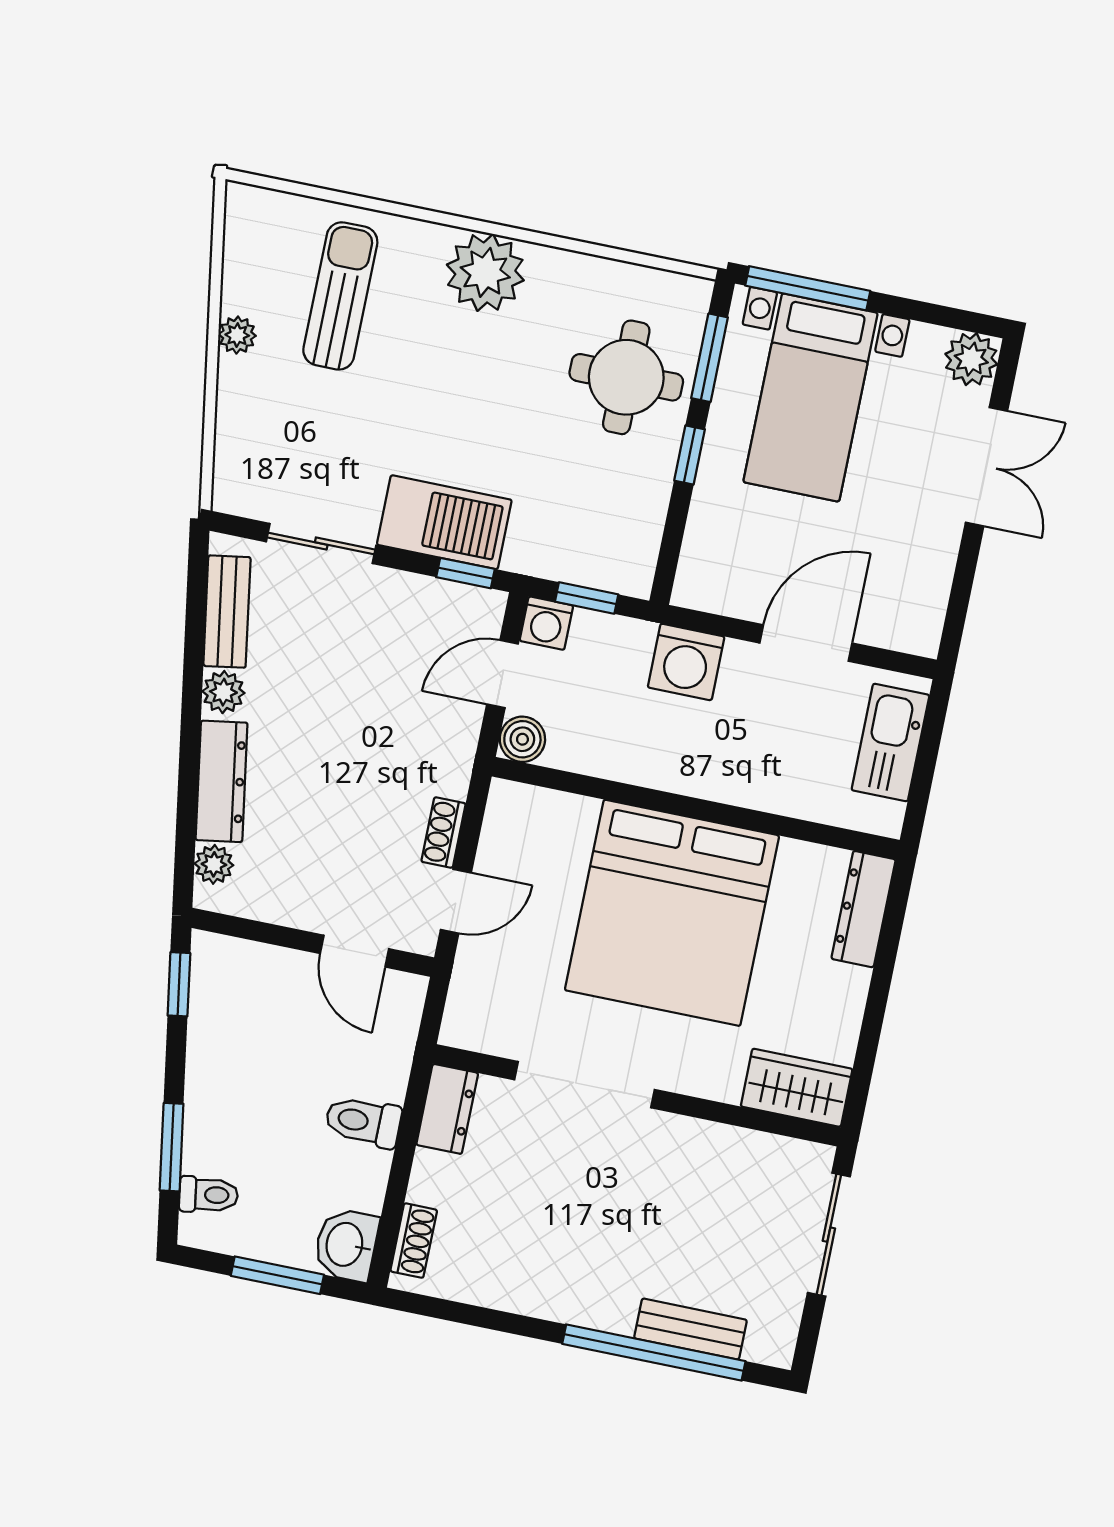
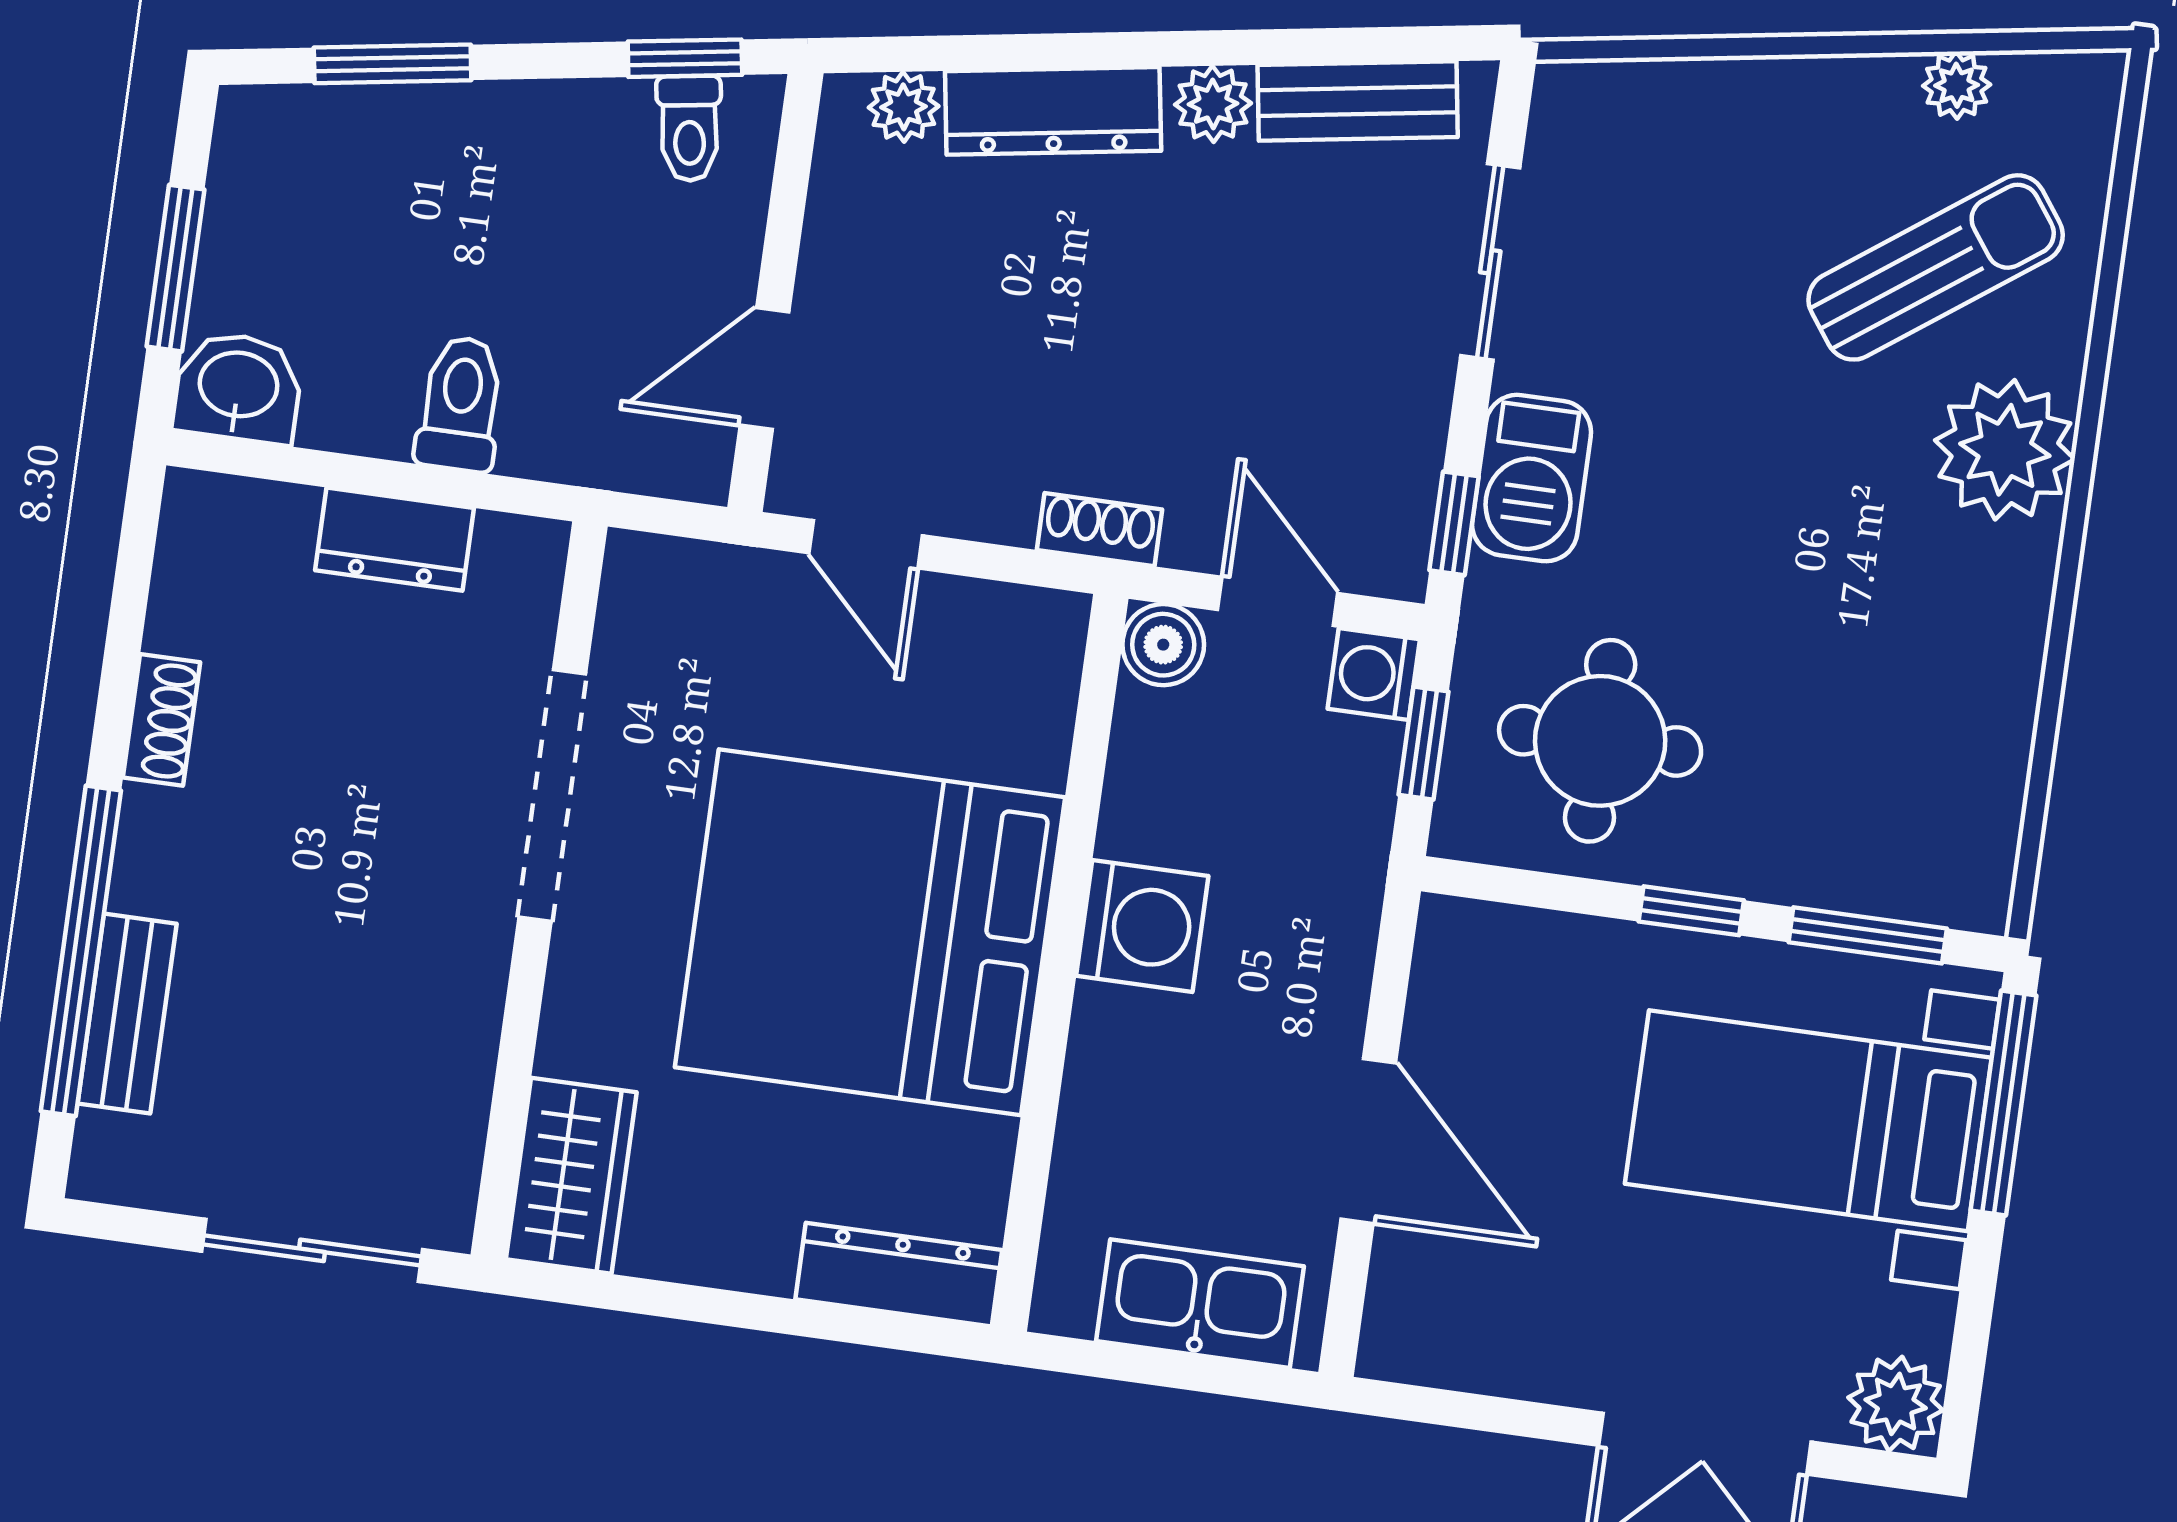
plant: (485, 272) -> (2005, 450), moved
sun lounger: (340, 296) -> (1936, 267), turned -36
plant: (237, 335) -> (1957, 85), moved
round table: (626, 377) -> (1600, 741), moved
barbecue: (444, 522) -> (1532, 478), width x0.73, depth x0.83
washing machine: (686, 662) -> (1142, 926), moved, turned 180
shoe rack: (443, 833) -> (1099, 530), moved
dresser: (447, 1109) -> (394, 539), moved
toilet: (209, 1195) -> (689, 128), moved
shoe rack: (414, 1241) -> (161, 720), moved, turned -90

